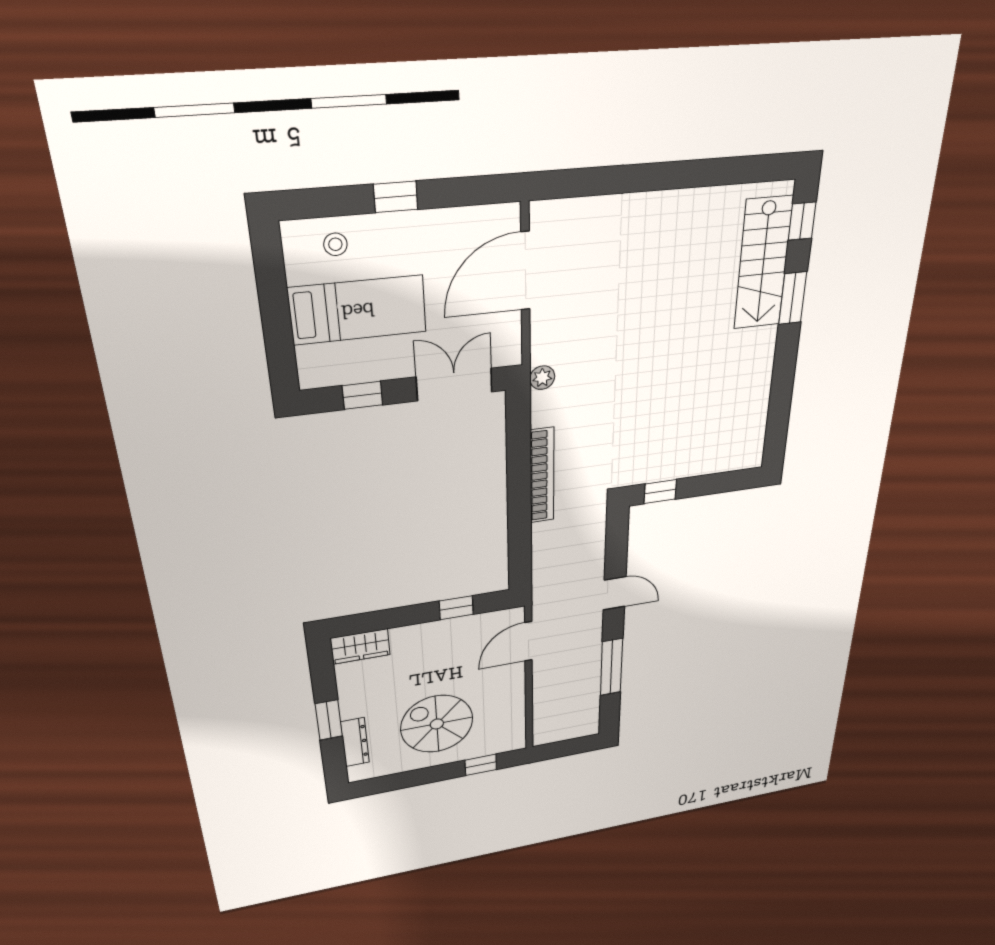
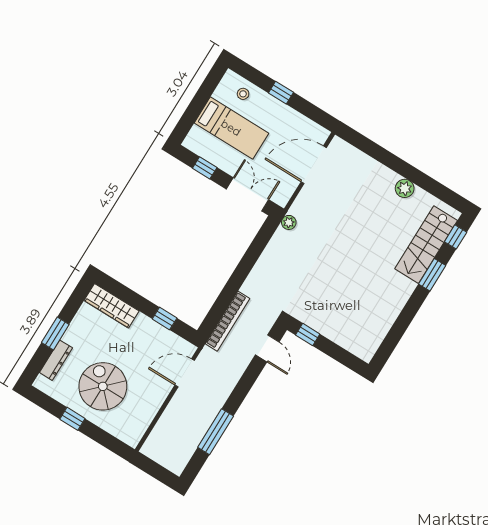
plant: (688, 205) -> (405, 188), added
bookcase: (542, 476) -> (228, 321), moved
door: (614, 593) -> (267, 348), moved
wardrobe: (360, 646) -> (112, 306), width x1.50
window: (481, 765) -> (72, 419), moved

